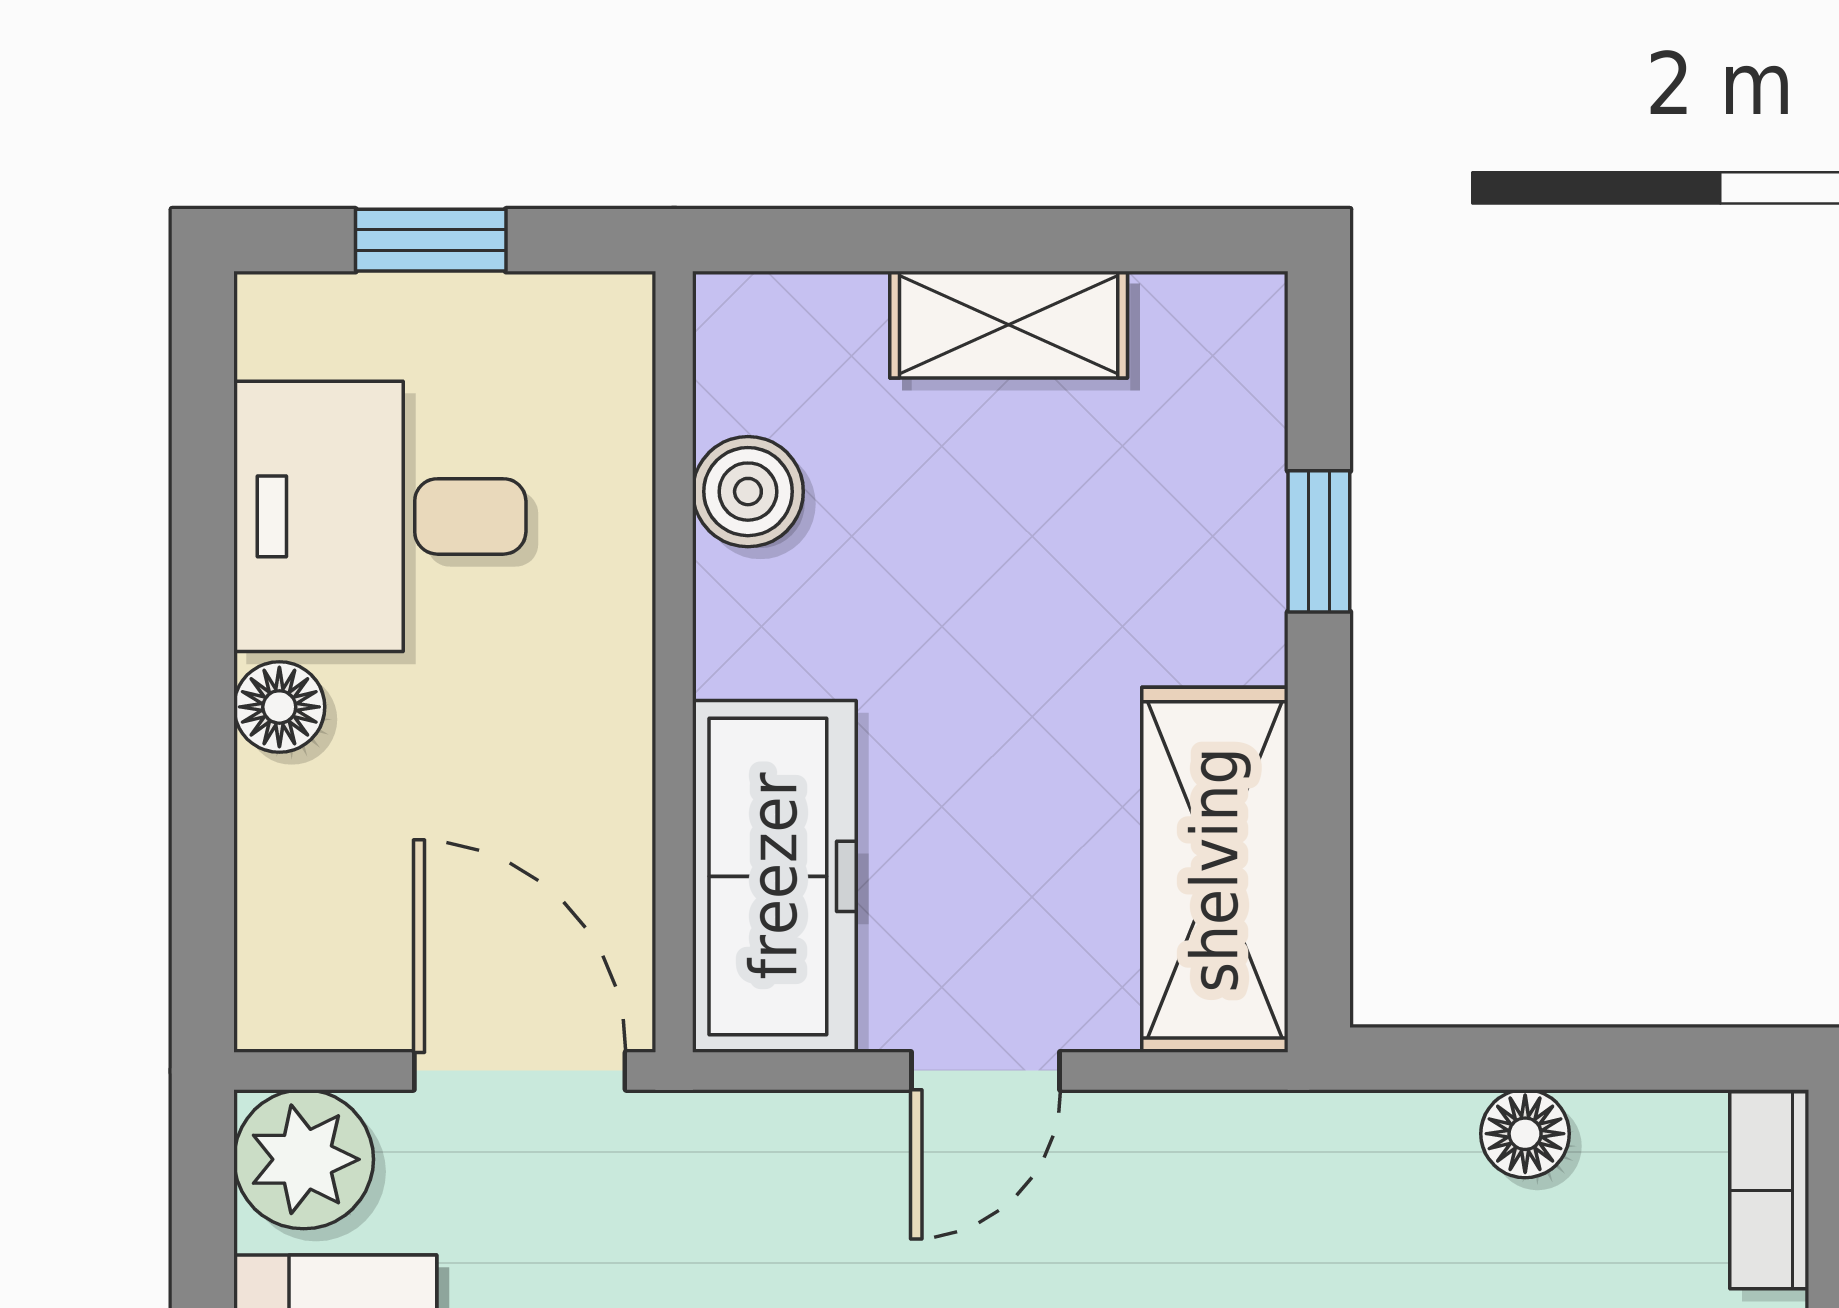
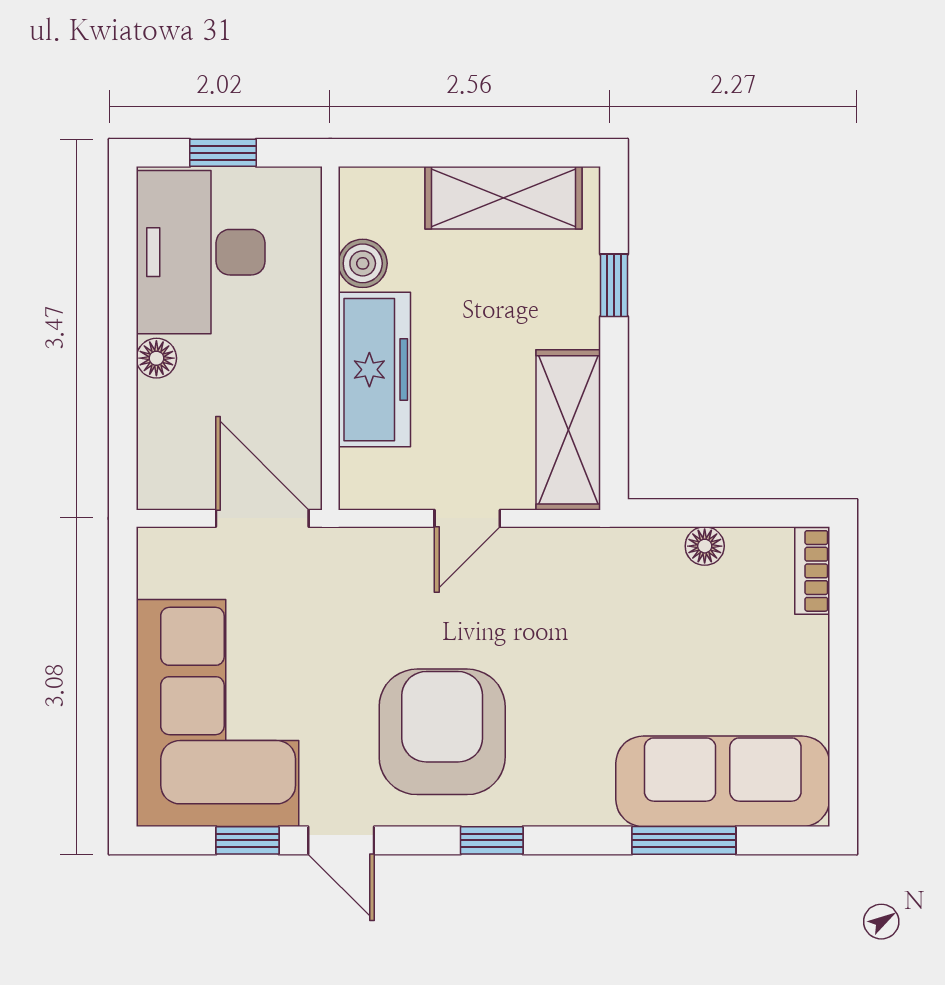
shelving: (1009, 325) -> (504, 198), width x1.50, depth x1.33
desk: (380, 516) -> (201, 252), width x1.37
freezer: (774, 876) -> (374, 370), moved
plant: (304, 1159) -> (167, 557), removed

